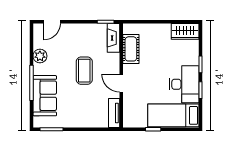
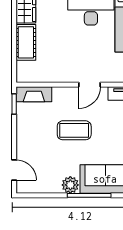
cot: (131, 49) -> (26, 42), moved, turned 90
plant: (40, 56) -> (70, 185), moved

